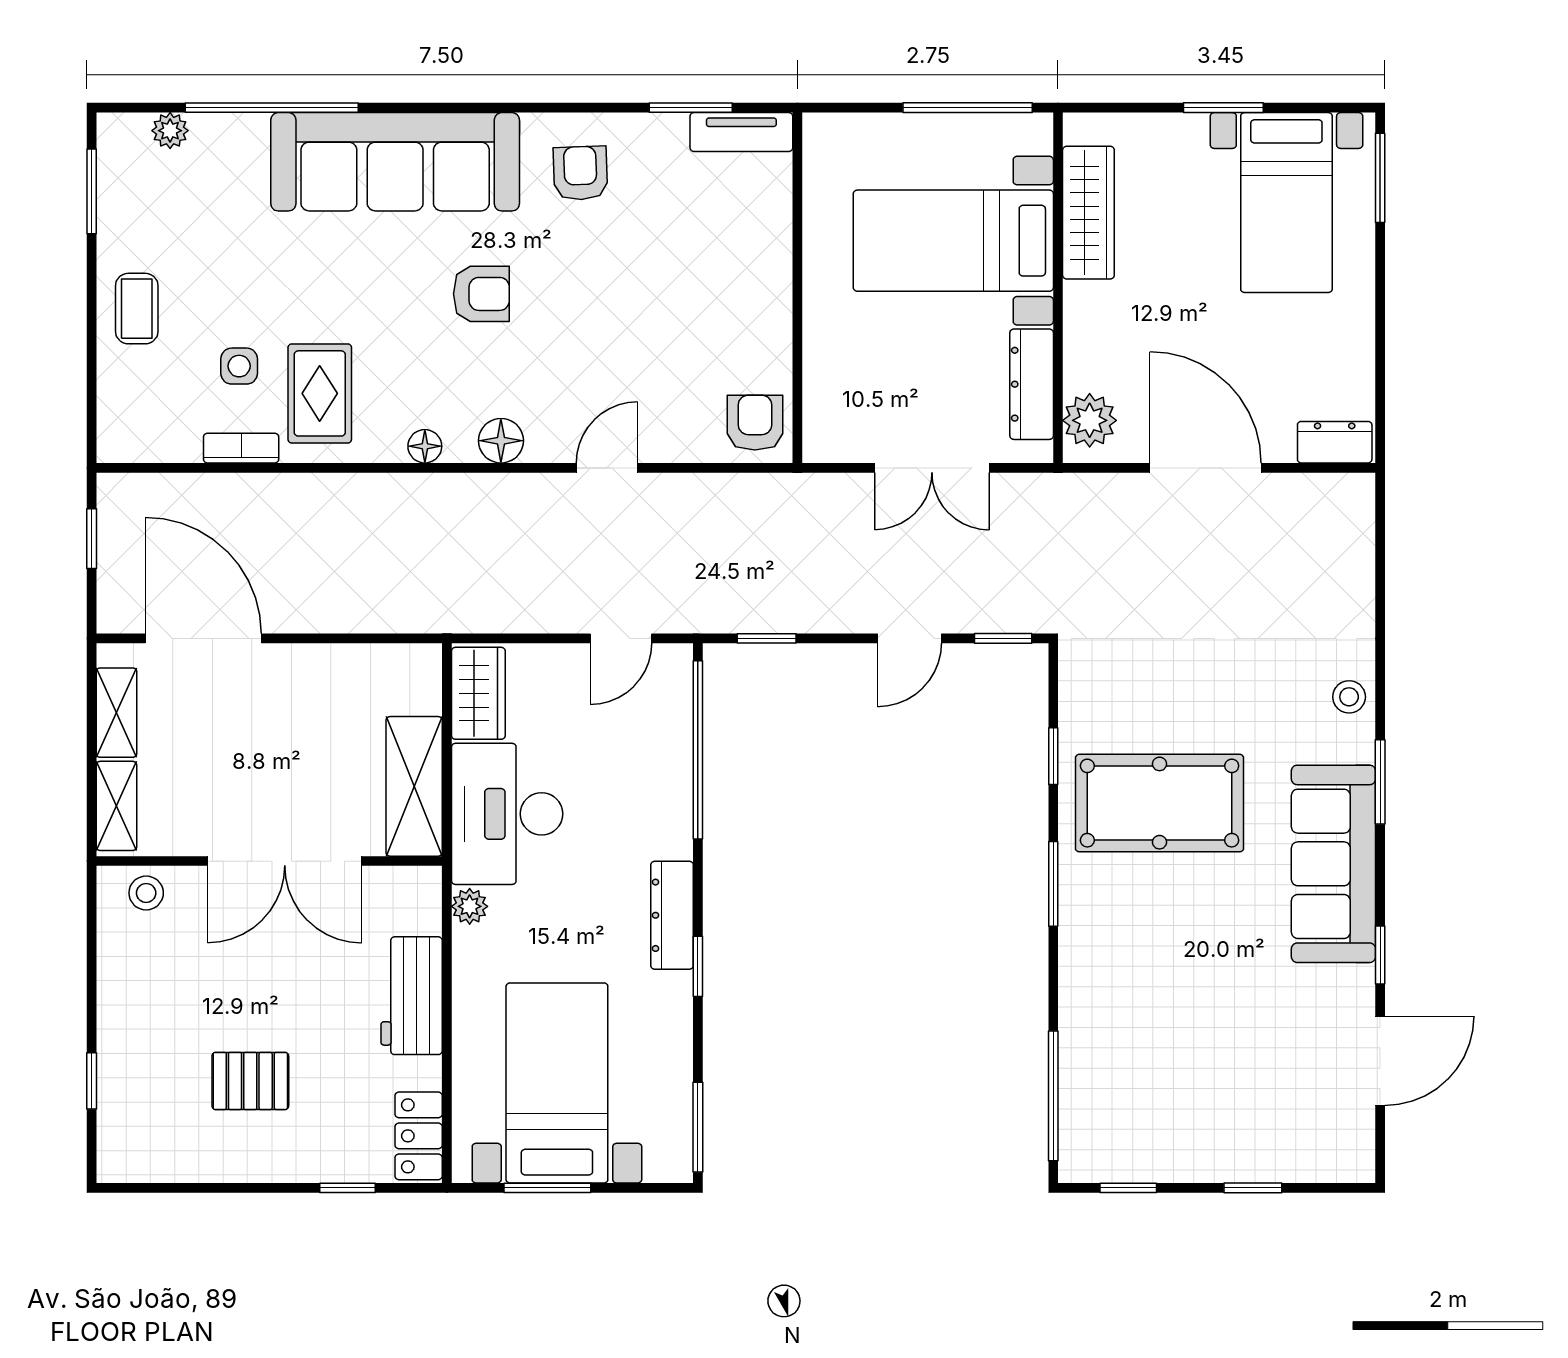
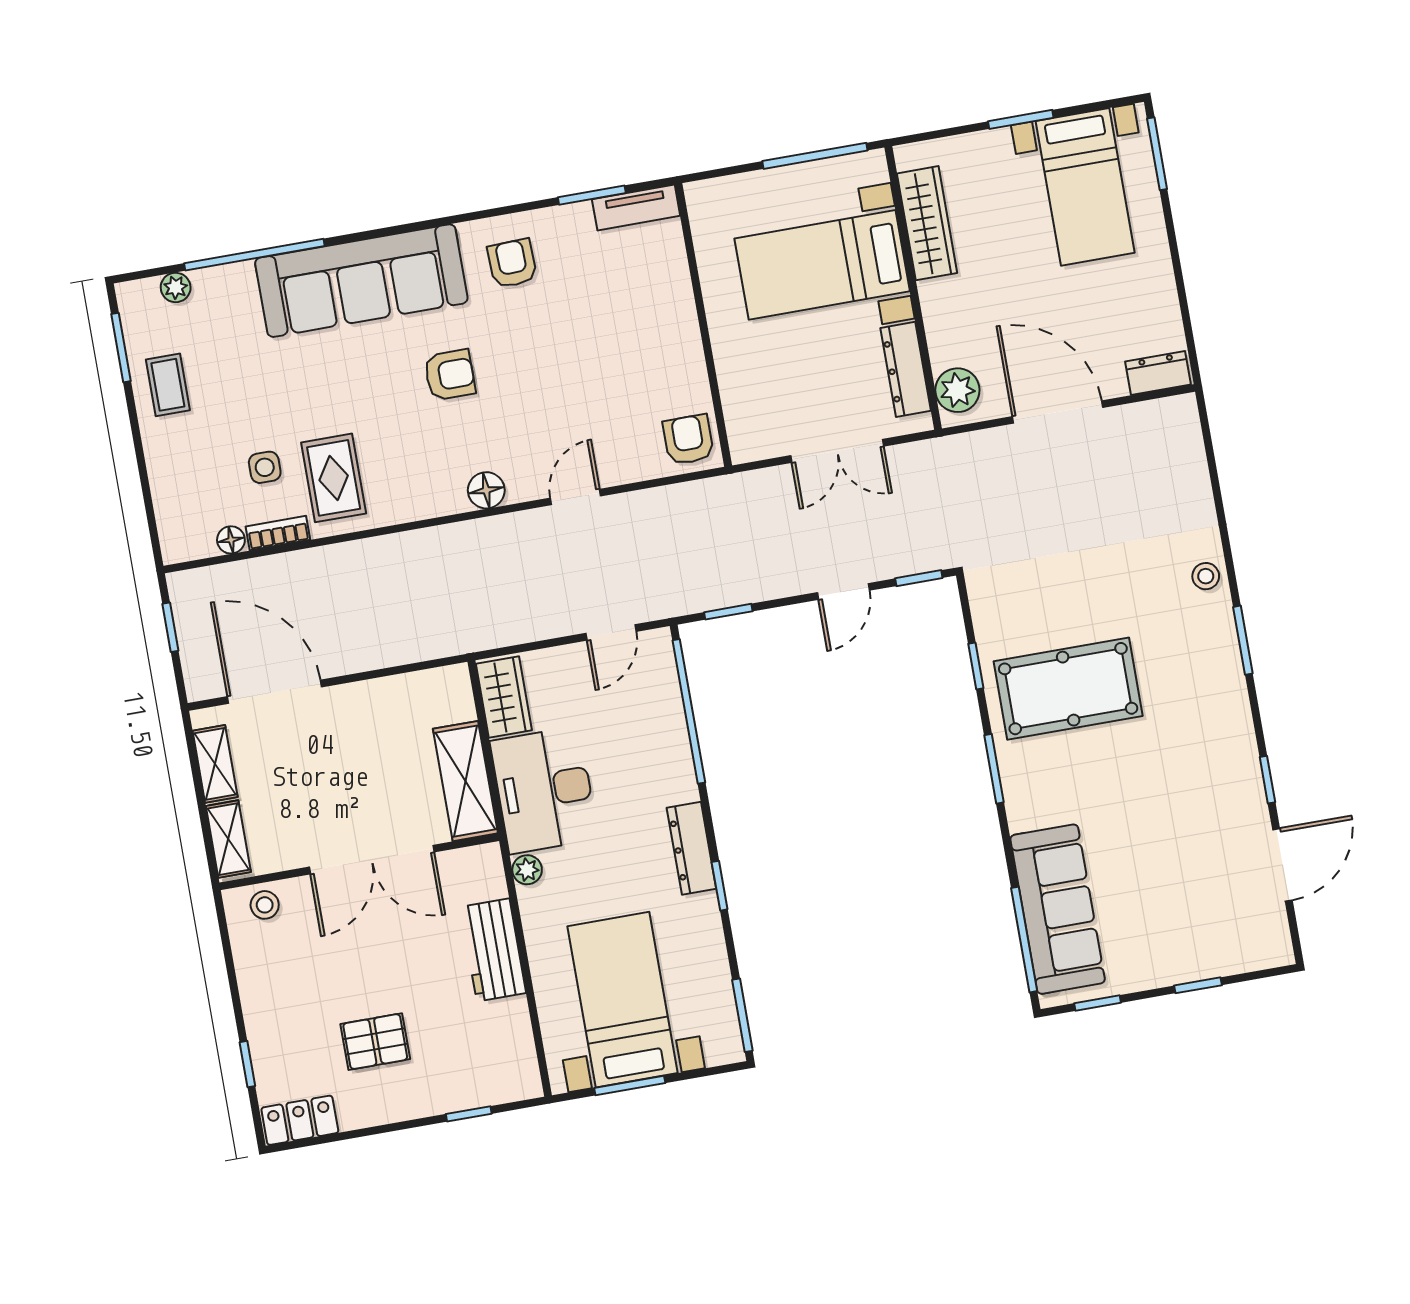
coffee table: (137, 309) -> (168, 385), moved
floor lamp: (425, 446) -> (231, 540), moved
sofa: (1333, 864) -> (1058, 909), moved, turned 180
locker: (419, 1136) -> (300, 1120), moved, turned 90

